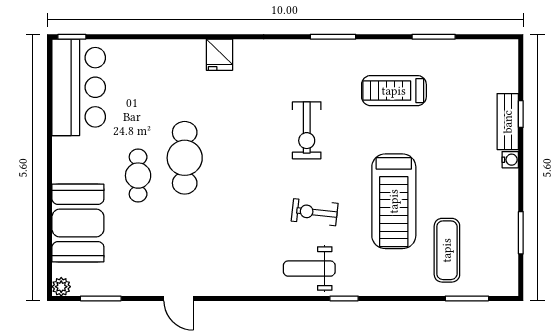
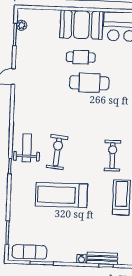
exercise bike: (307, 130) -> (112, 156), moved, turned 90
exercise bike: (315, 212) -> (57, 152), width x1.38, depth x1.39
booth: (78, 223) -> (82, 25), moved
exercise mat: (447, 250) -> (29, 252), moved
plant: (61, 287) -> (22, 25), moved

